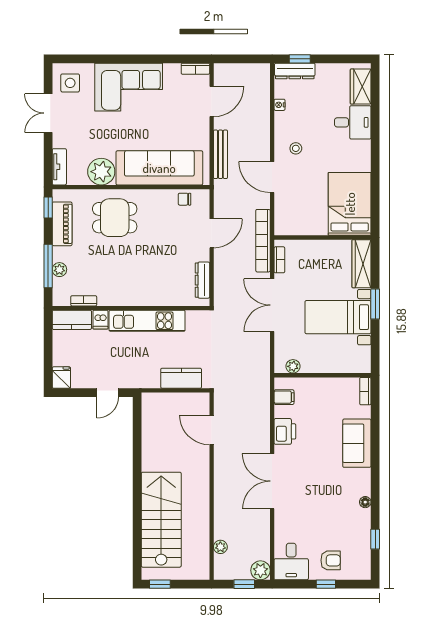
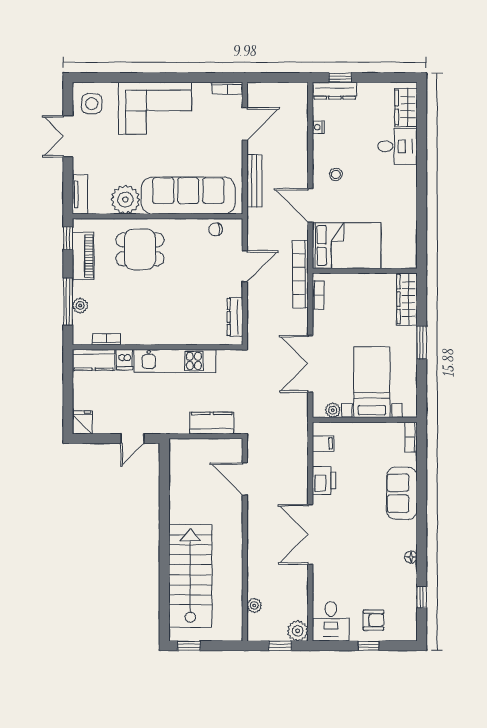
bed: (350, 204) -> (347, 246), moved, turned 90
double door: (272, 305) -> (310, 364), moved
bed with nightstands: (338, 317) -> (372, 382), moved, turned 90

